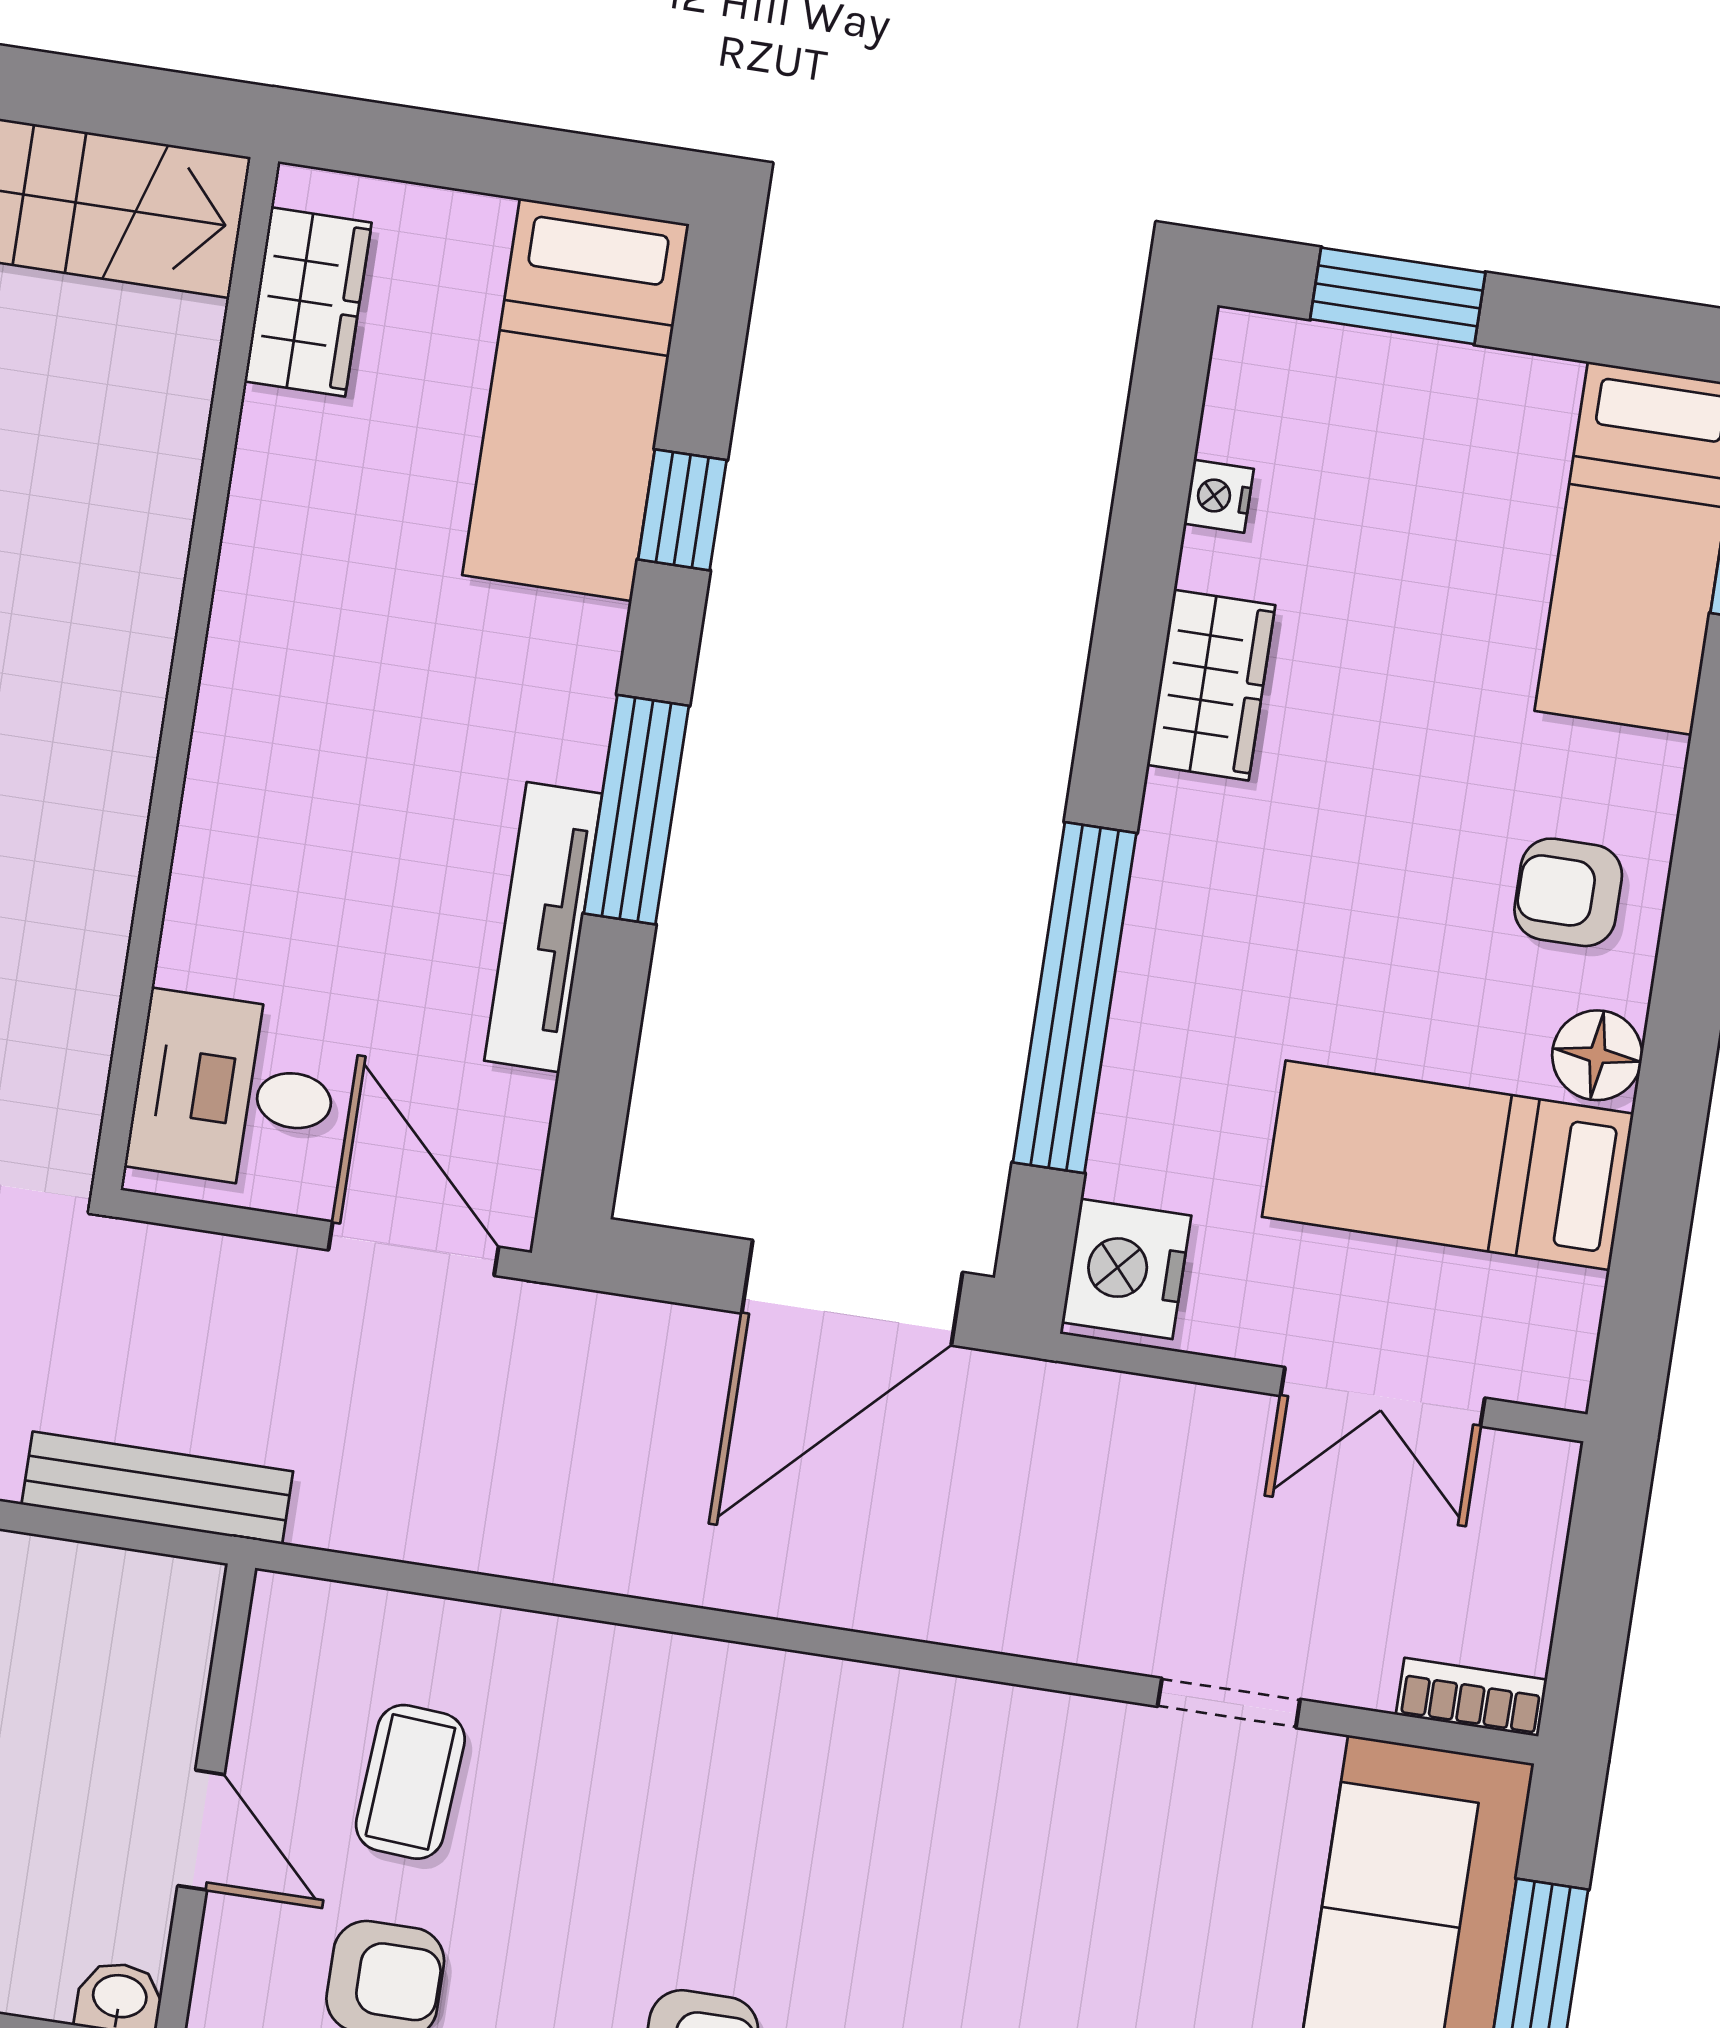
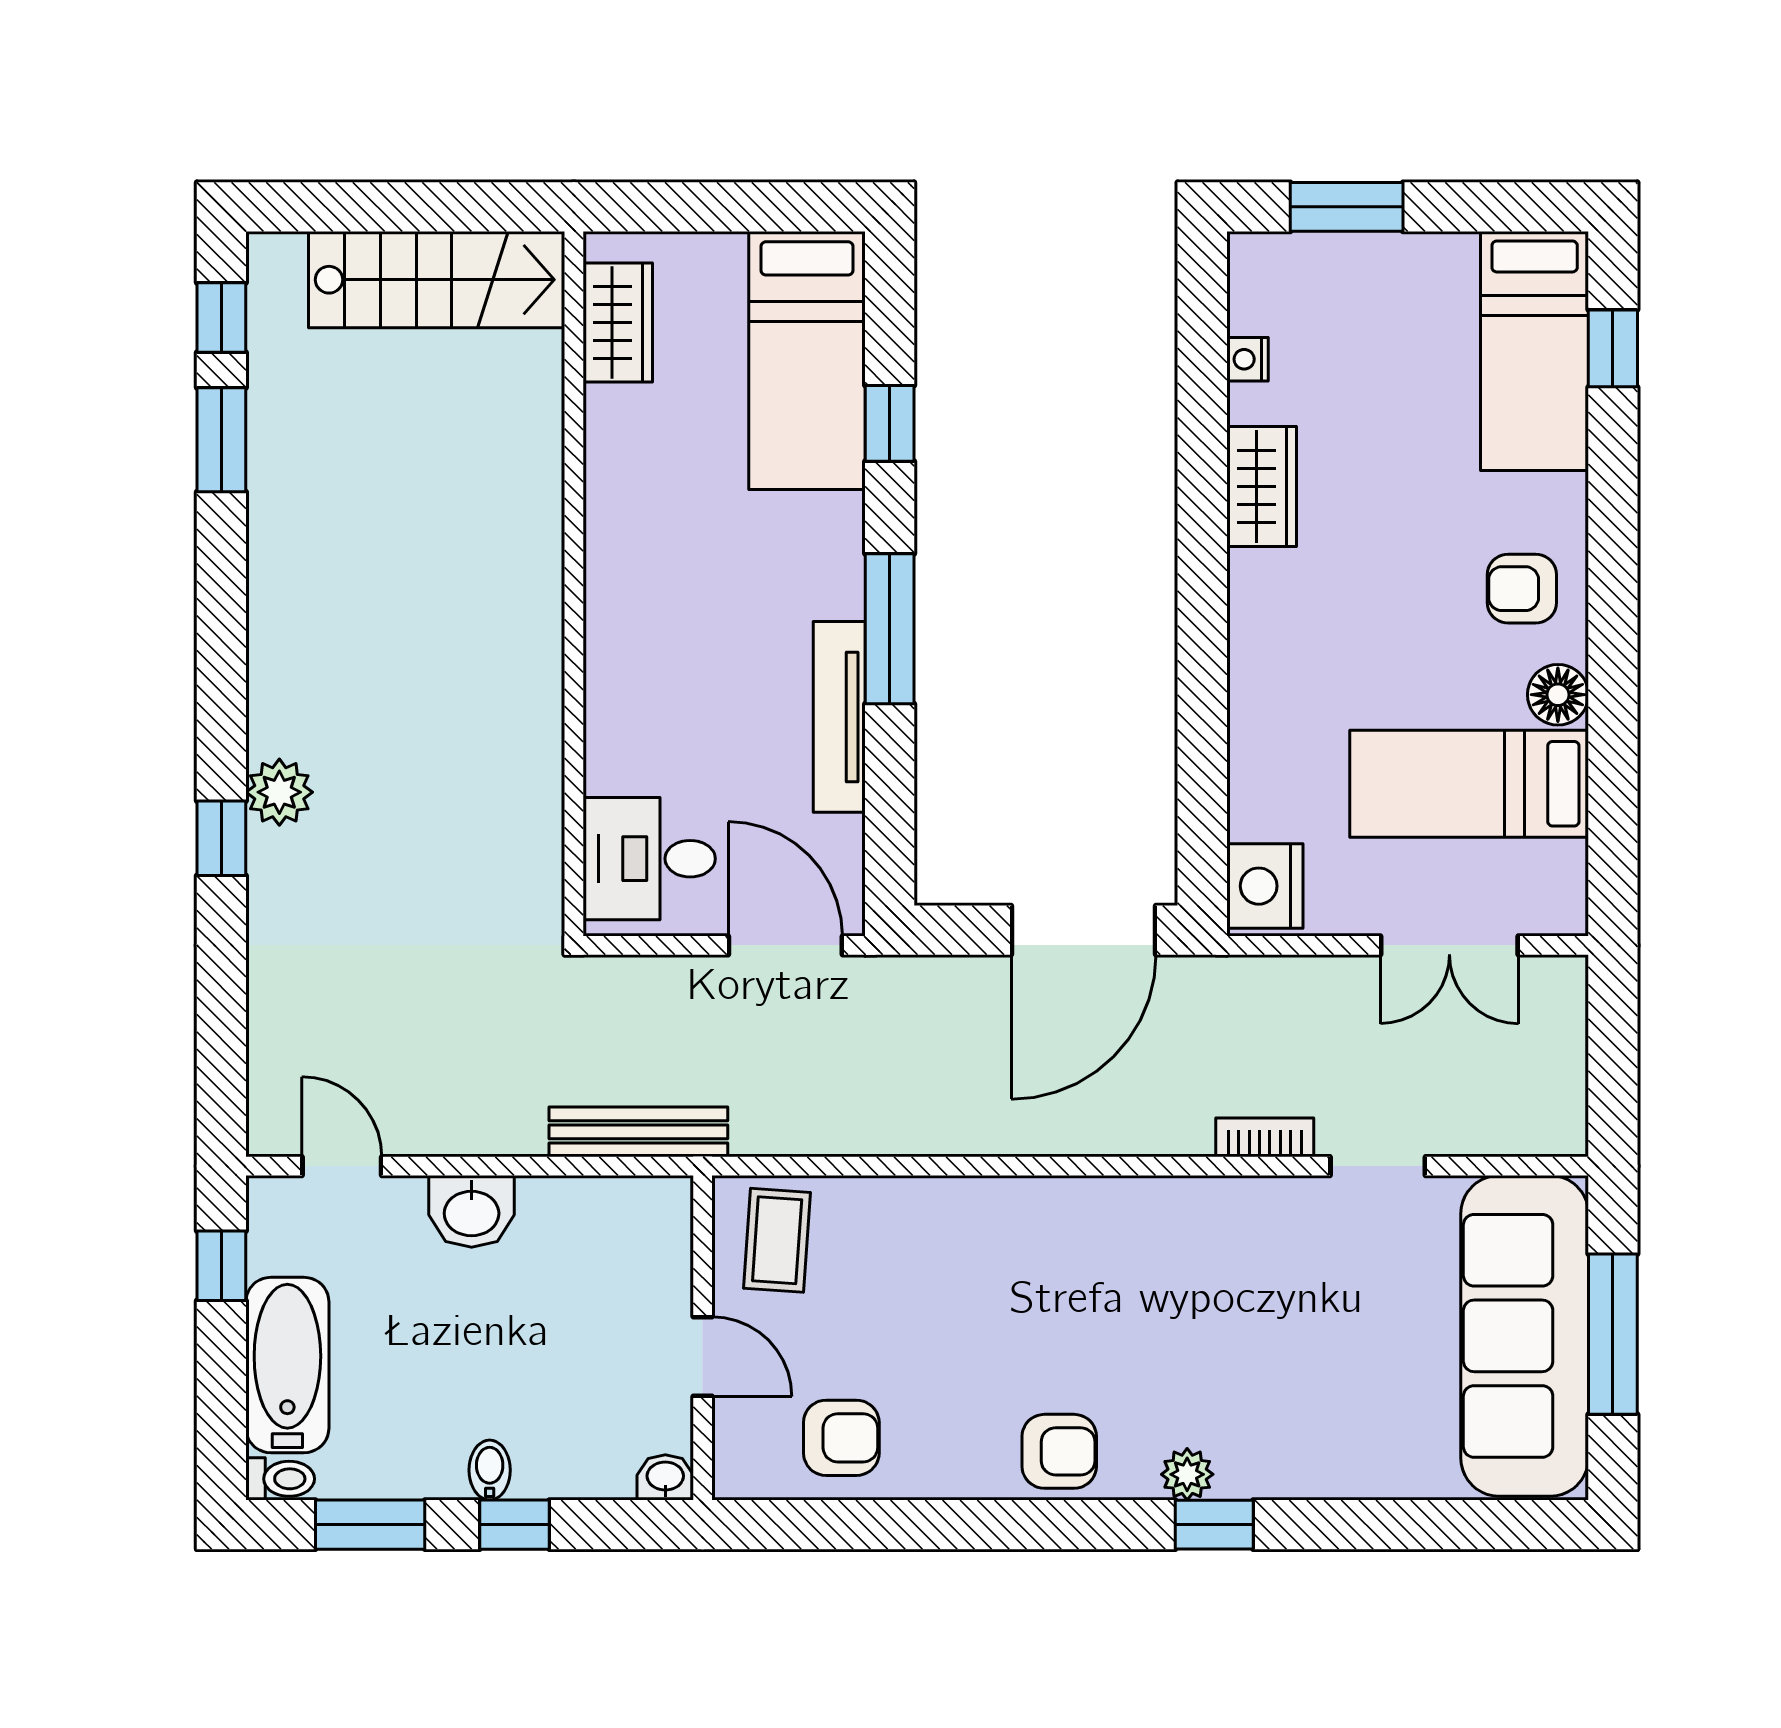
window: (1075, 998) -> (1202, 710), removed
bookcase: (1471, 1697) -> (1265, 1137), moved
coffee table: (410, 1782) -> (777, 1240), moved

